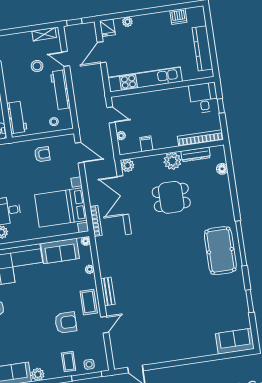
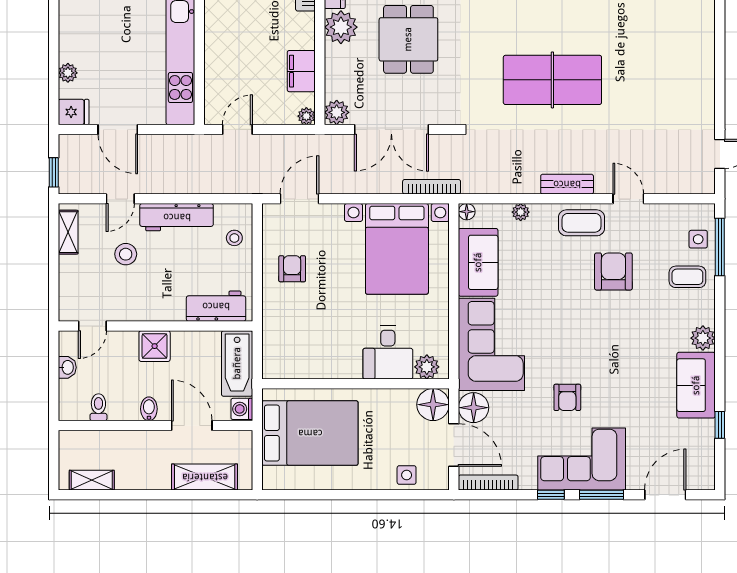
plant: (121, 136) -> (306, 116), moved
filing cabinet: (146, 144) -> (301, 71), width x2.00
table tennis table: (161, 276) -> (552, 80), added

